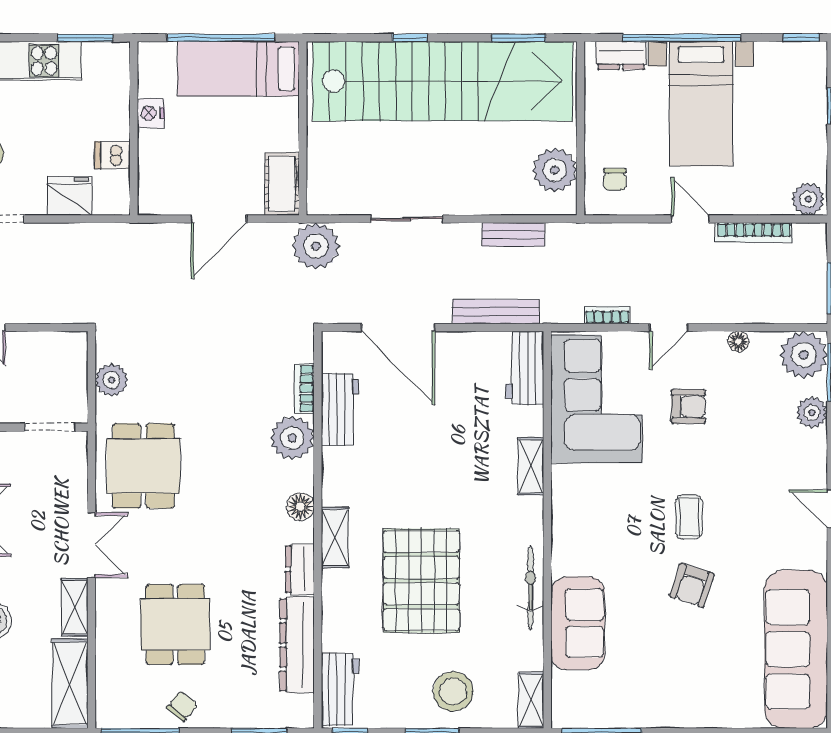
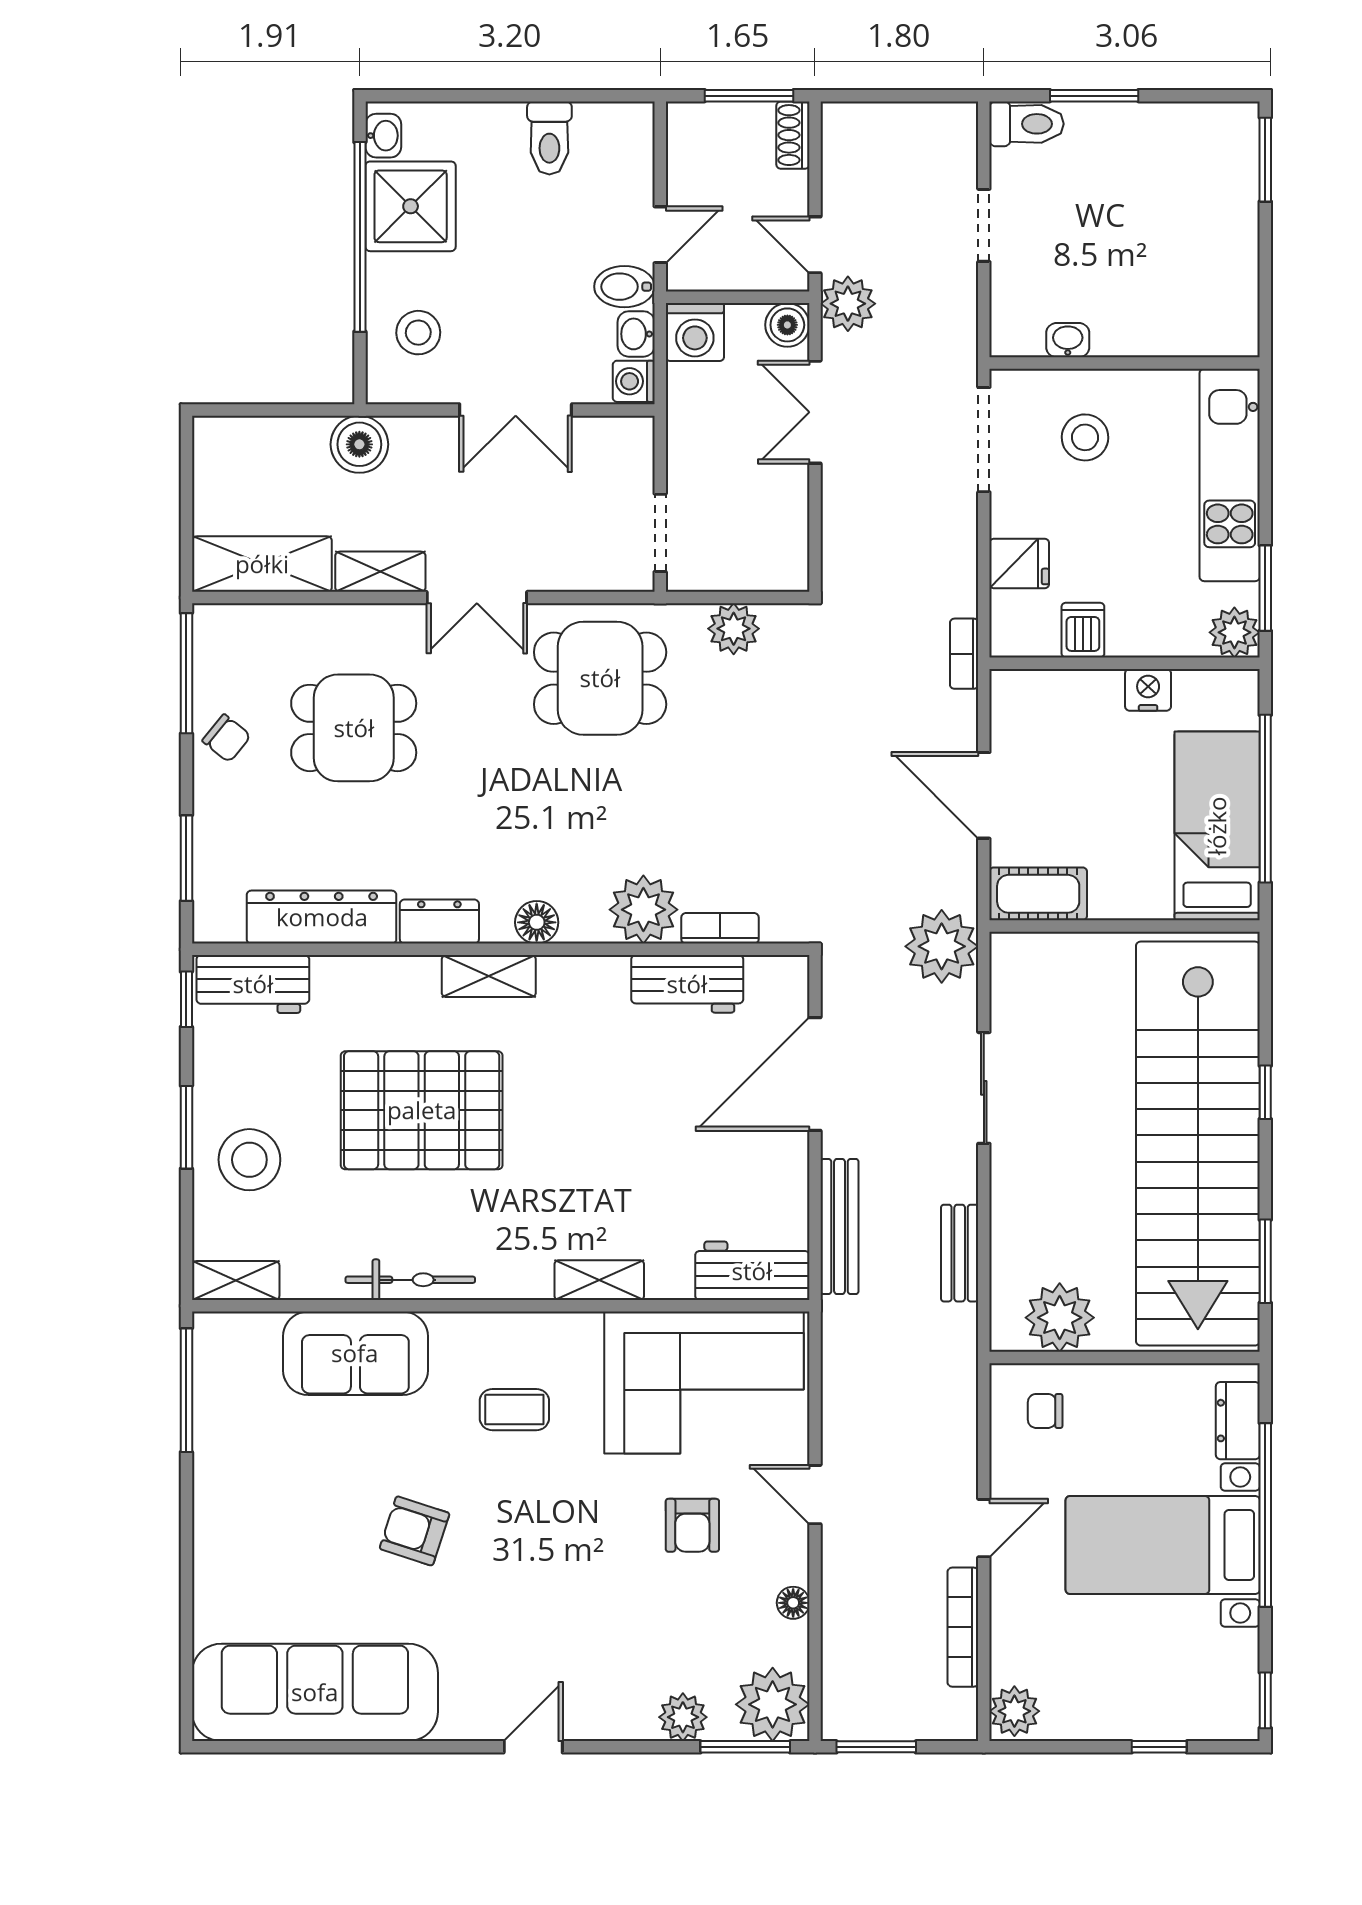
plant: (114, 58) -> (1234, 632), added
fridge: (70, 196) -> (1019, 563), width x0.72
bookcase: (607, 315) -> (964, 654), moved, turned 180
coffee table: (689, 517) -> (514, 1410), moved

